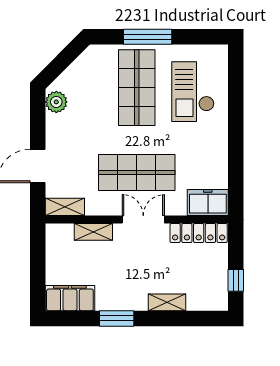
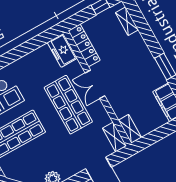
shelving: (93, 232) -> (130, 129), moved
shelving: (167, 302) -> (127, 21), moved

